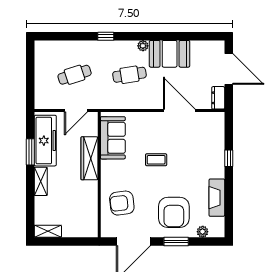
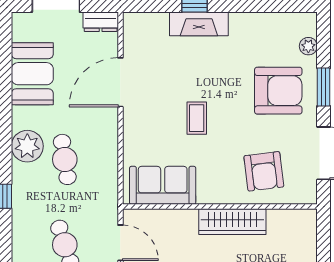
plant: (143, 46) -> (27, 146), width x1.88, depth x1.88
booth: (170, 54) -> (32, 74), moved
wardrobe: (89, 158) -> (232, 222), moved
fireplace: (217, 198) -> (199, 24), moved

